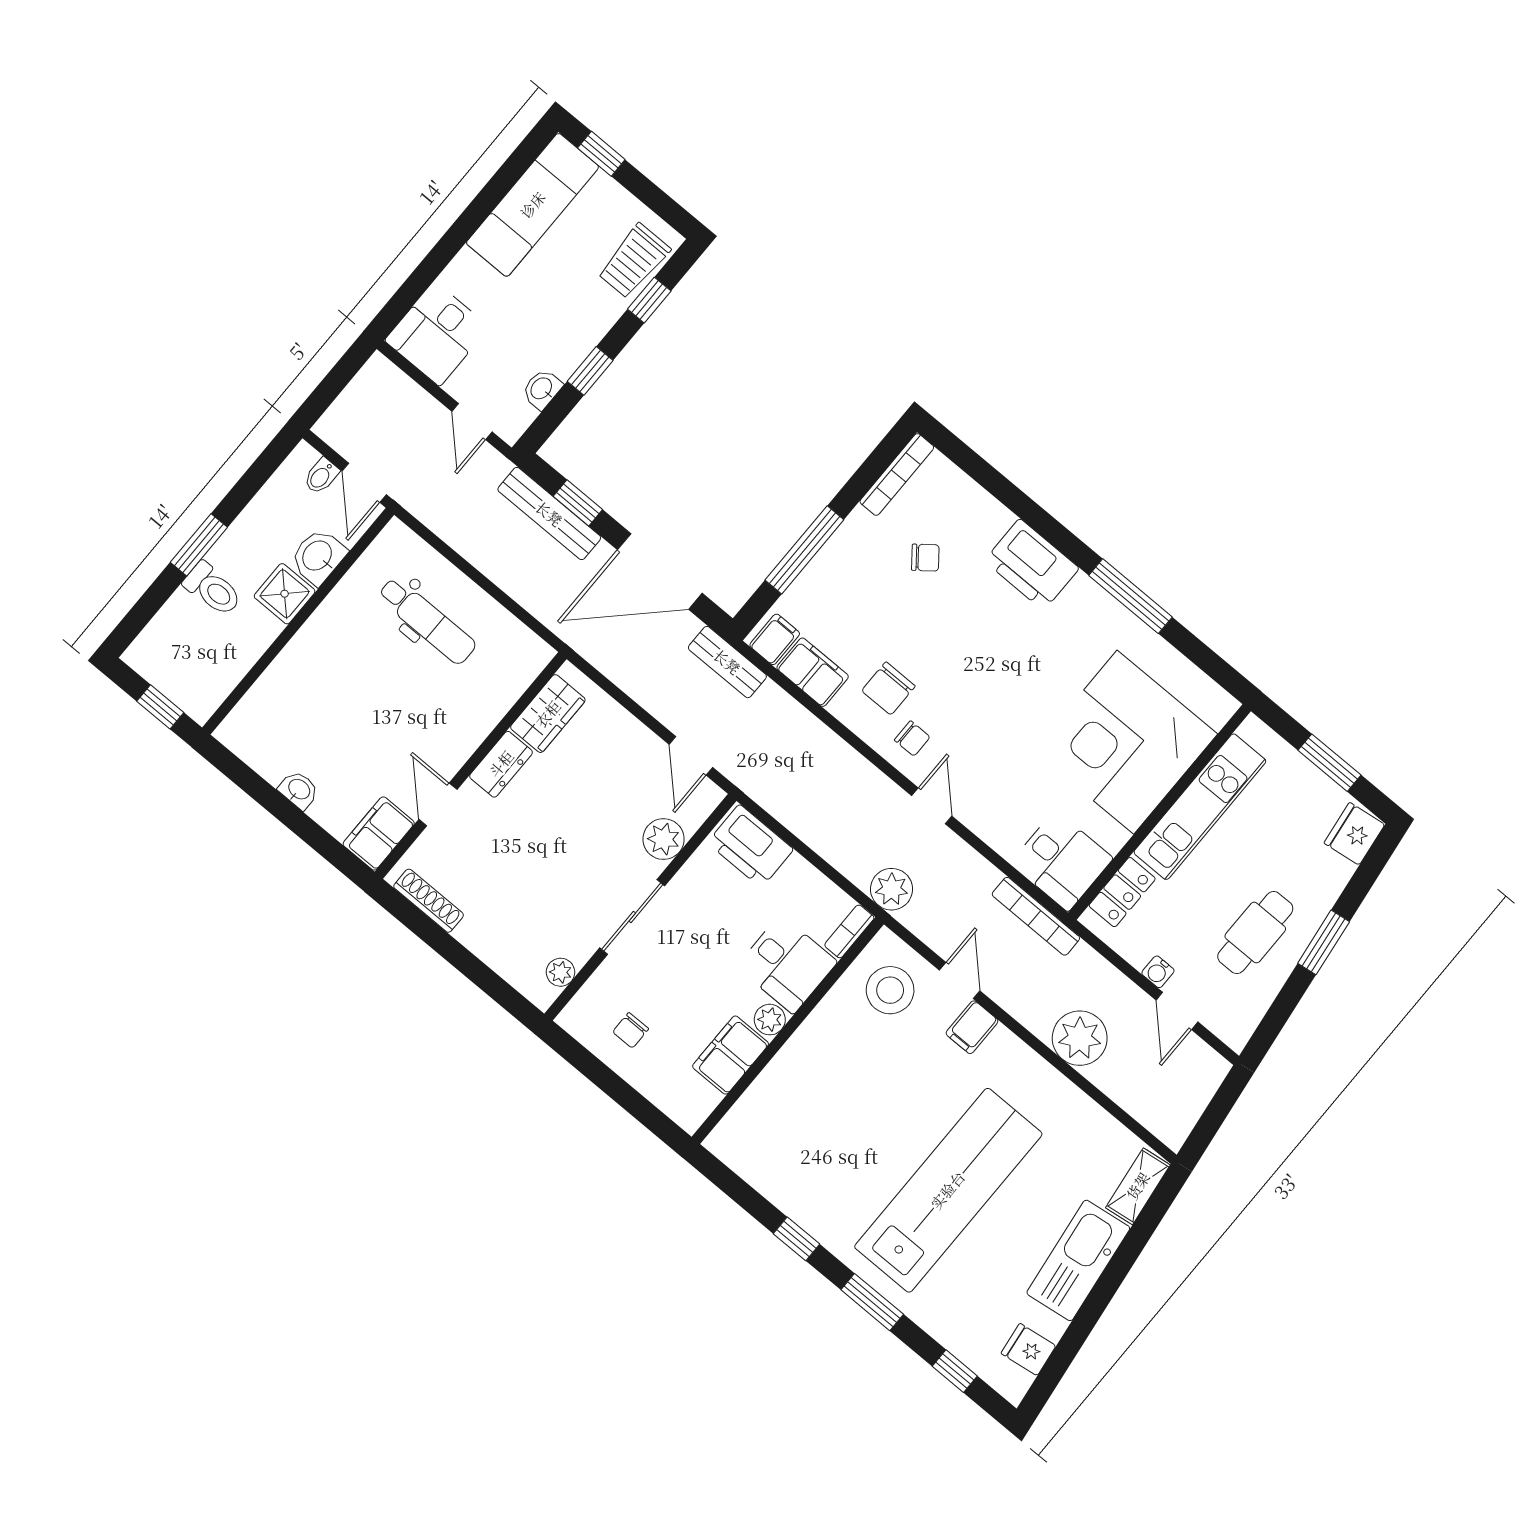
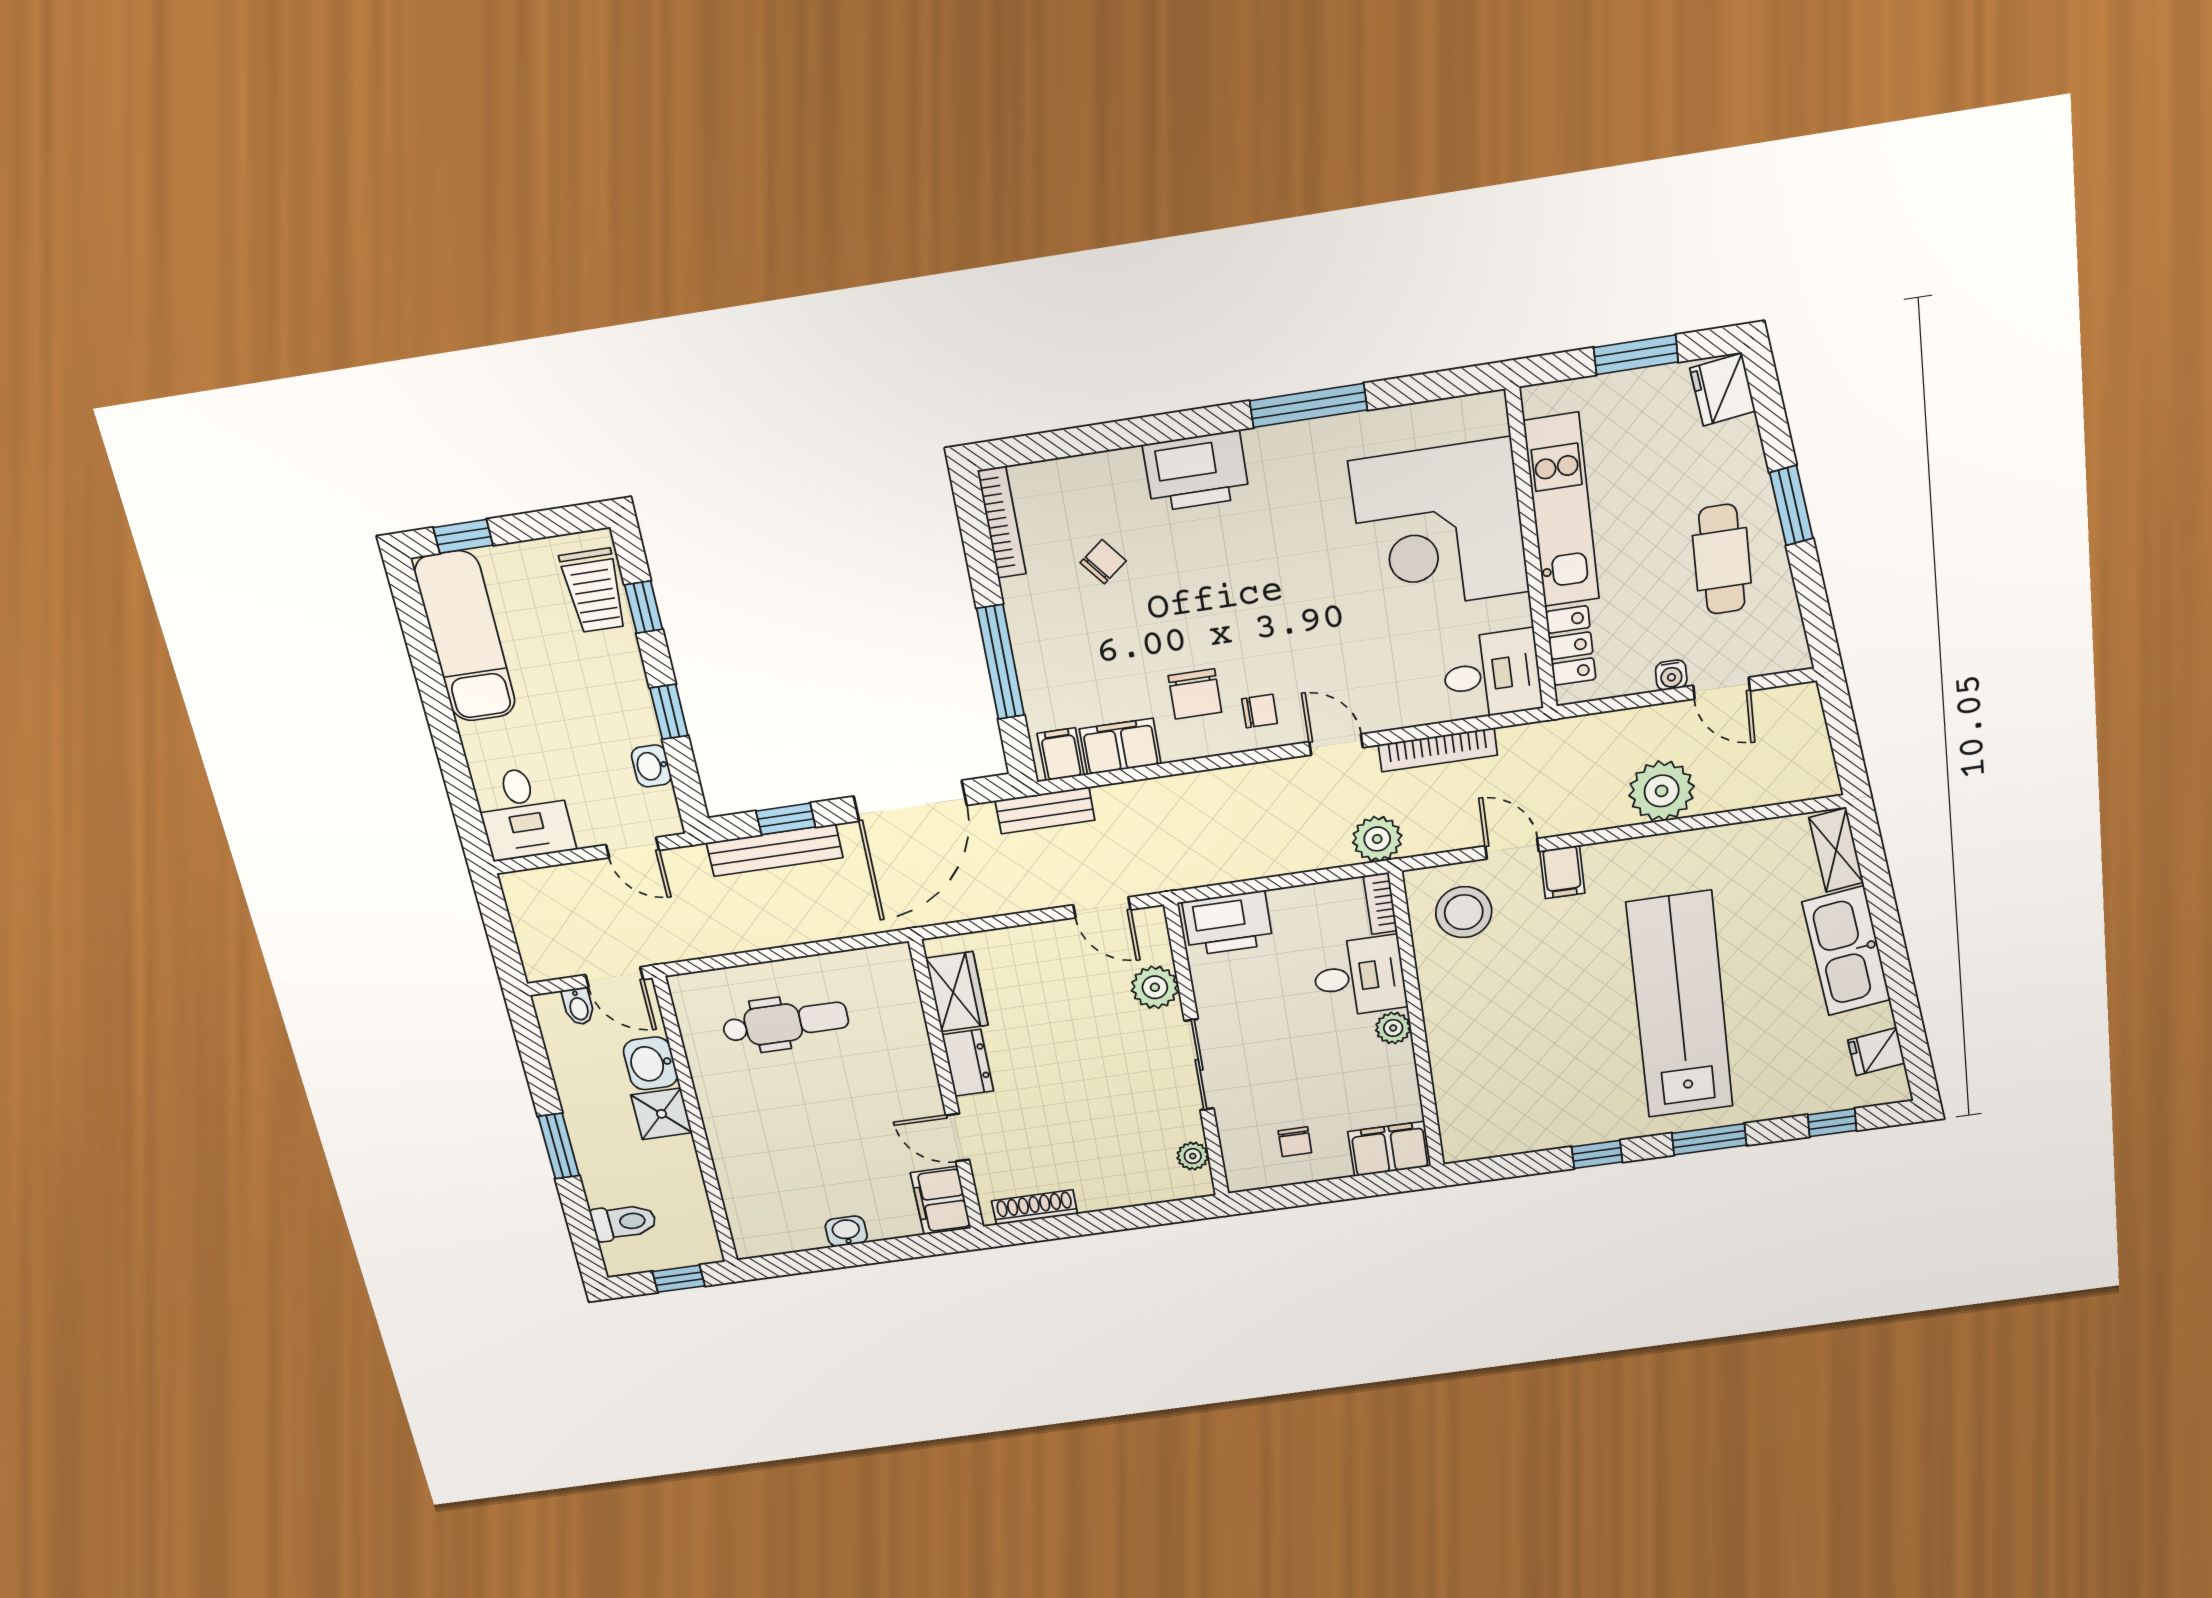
toilet: (213, 589) -> (624, 1222), moved
bookcase: (1036, 916) -> (1438, 750), moved
filing cabinet: (731, 1055) -> (1389, 1149), moved, turned 90

